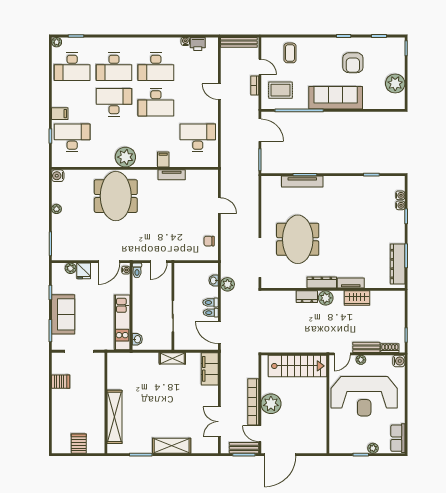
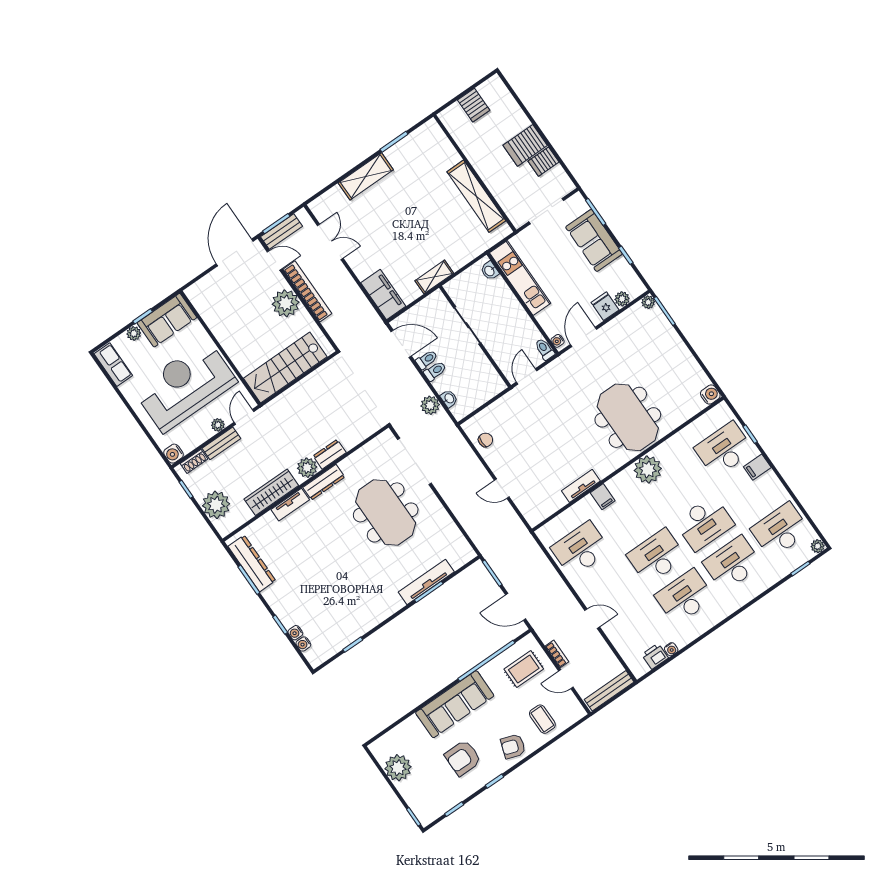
armchair: (319, 49) -> (513, 746), added
armchair: (353, 63) -> (463, 758), turned -90
desk: (72, 138) -> (724, 449), turned 180
desk: (198, 138) -> (581, 549), turned 180
plant: (57, 209) -> (648, 302), moved
wardrobe: (357, 298) -> (271, 492), width x1.50
plant: (395, 313) -> (216, 505), added
server rack: (65, 399) -> (525, 145), added
shelving: (114, 417) -> (476, 196), moved
sofa: (348, 442) -> (167, 320), added

